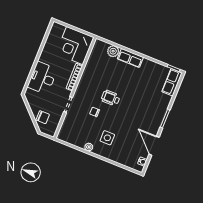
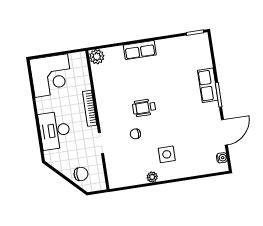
corner desk: (75, 46) -> (51, 76), moved, turned -90
plant: (113, 51) -> (97, 57), moved
row of seats: (172, 82) -> (208, 85), moved
door: (154, 146) -> (224, 132), swing flipped

